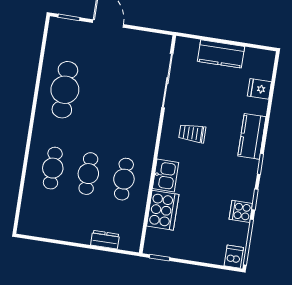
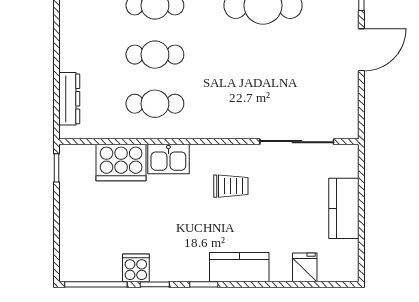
trolley: (192, 133) -> (231, 186), turned 90
dresser: (105, 240) -> (69, 99), width x1.44
dishwasher: (234, 257) -> (73, 268), removed

